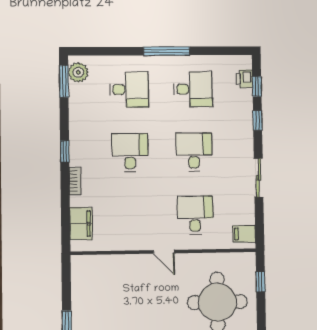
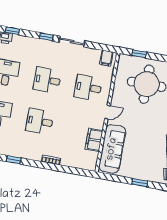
window: (258, 121) -> (46, 37), moved
window: (65, 151) -> (14, 160), moved
filing cabinet: (81, 224) -> (94, 140), moved, turned -90
sofa: (110, 270) -> (112, 149), added

